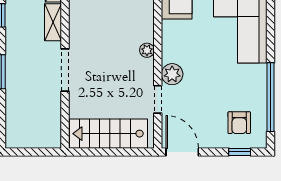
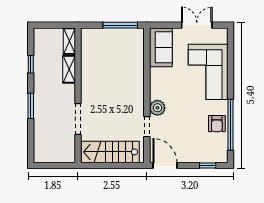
plant: (147, 50) -> (139, 90), removed
doorway: (65, 70) -> (78, 119), moved
armchair: (239, 123) -> (217, 124), moved

